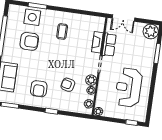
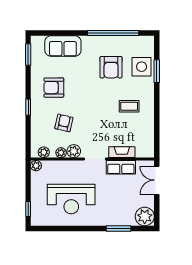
reception desk: (129, 87) -> (71, 199), turned 180

